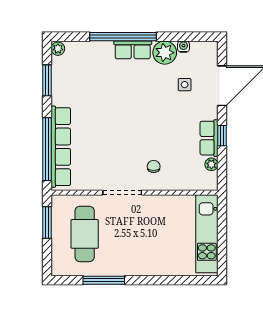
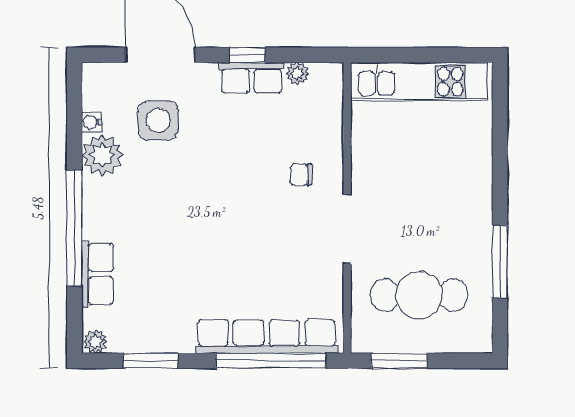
row of seats: (133, 50) -> (97, 274), moved
side table: (185, 85) -> (158, 120), width x1.87, depth x1.87

